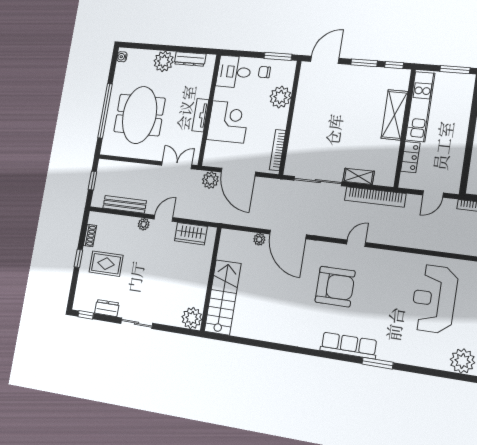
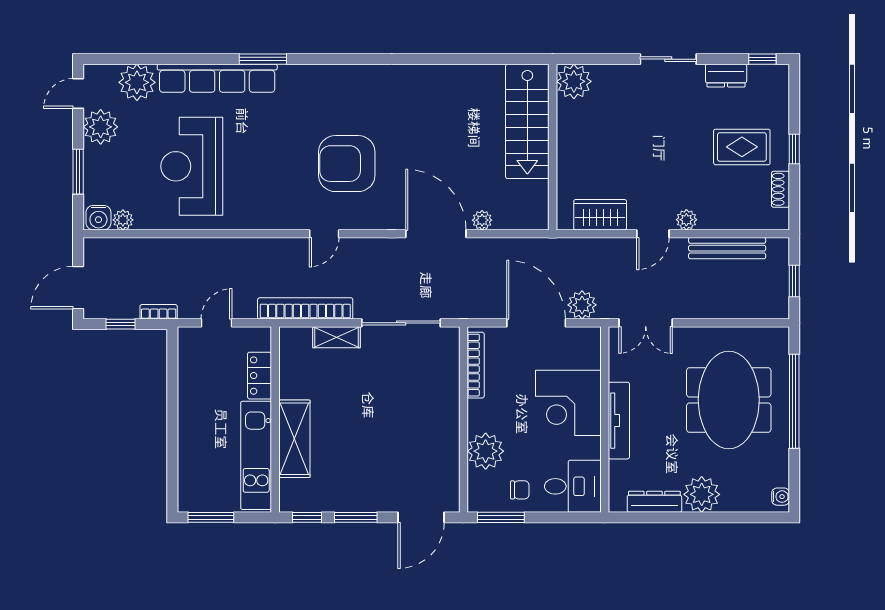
tv unit: (200, 115) -> (619, 421), width x1.41
reception desk: (434, 299) -> (192, 166), turned 180
row of seats: (349, 345) -> (217, 78), moved, width x1.36

